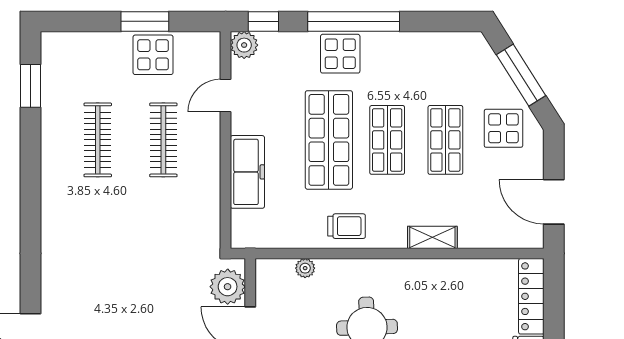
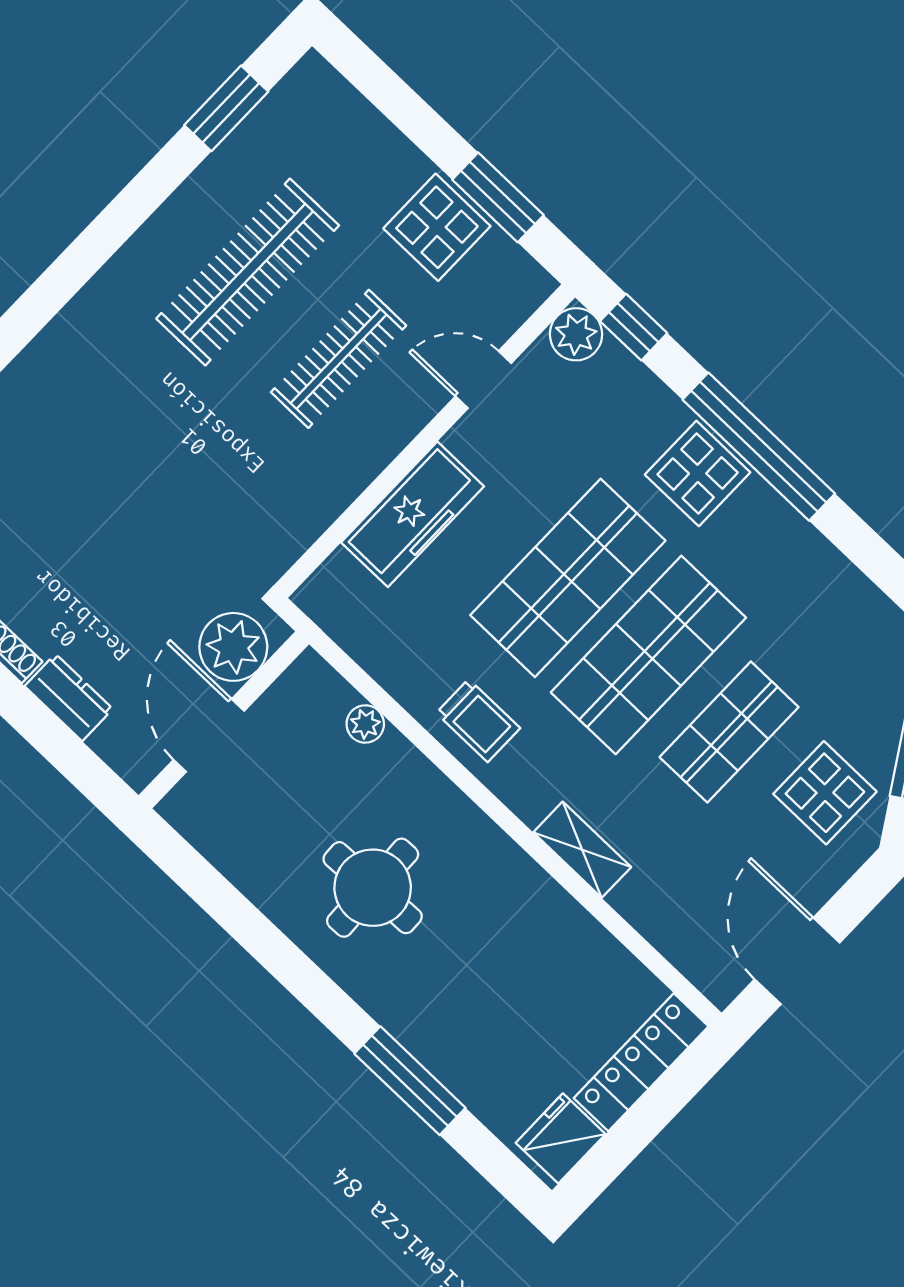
window: (145, 21) -> (498, 197), moved
clothes rail: (98, 140) -> (248, 272), width x1.37, depth x1.31
shop shelf: (387, 140) -> (648, 655), width x1.43, depth x1.36

